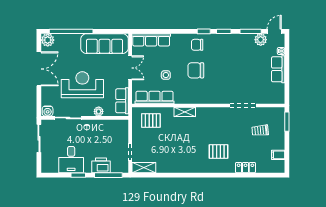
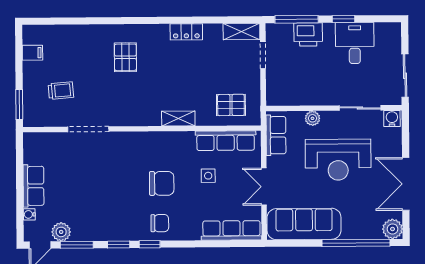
pallet: (219, 152) -> (125, 57), turned 90
locker: (245, 168) -> (186, 32), moved

